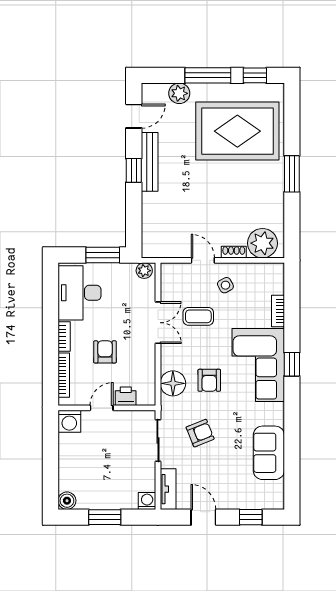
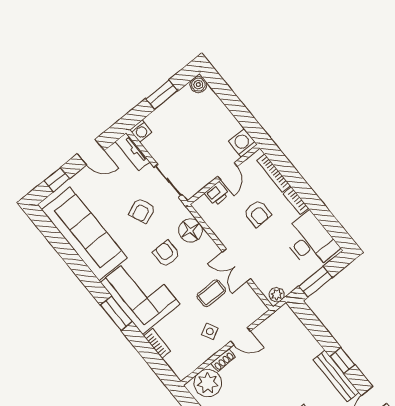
window: (292, 364) -> (116, 313), width x1.50
sofa: (269, 453) -> (84, 234), width x1.85, depth x1.27

